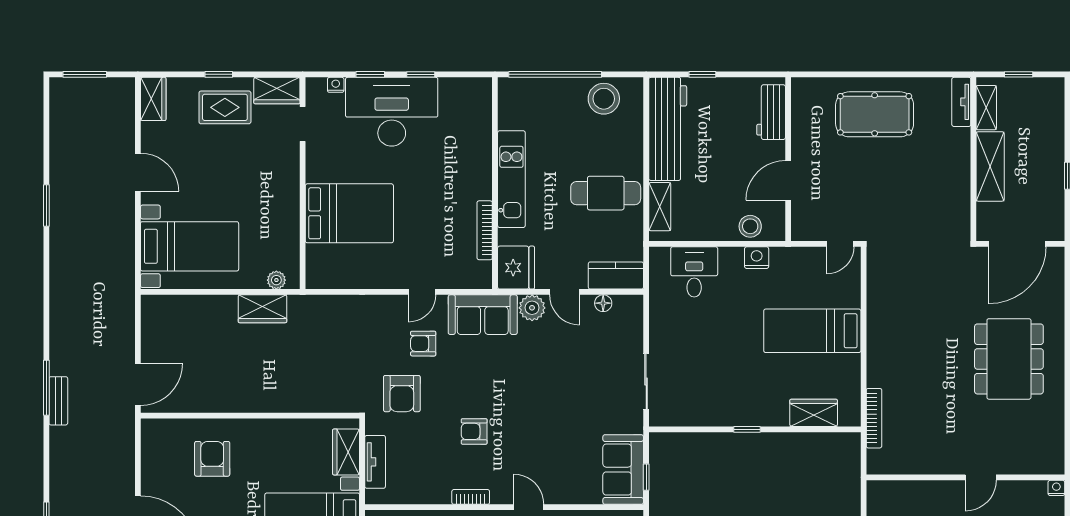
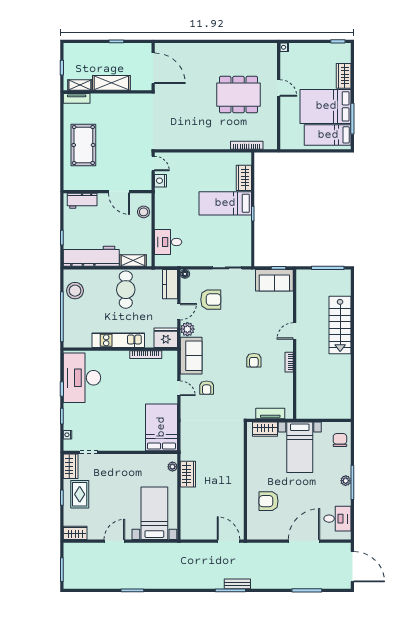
desk: (392, 112) -> (82, 378), moved
bed: (349, 213) -> (161, 427), moved
nightstand: (757, 258) -> (160, 181), moved
floor lamp: (603, 303) -> (185, 274), moved
bed: (812, 331) -> (225, 203), moved, turned 90
dining table: (1009, 359) -> (239, 95), moved
armchair: (402, 394) -> (211, 300), moved

